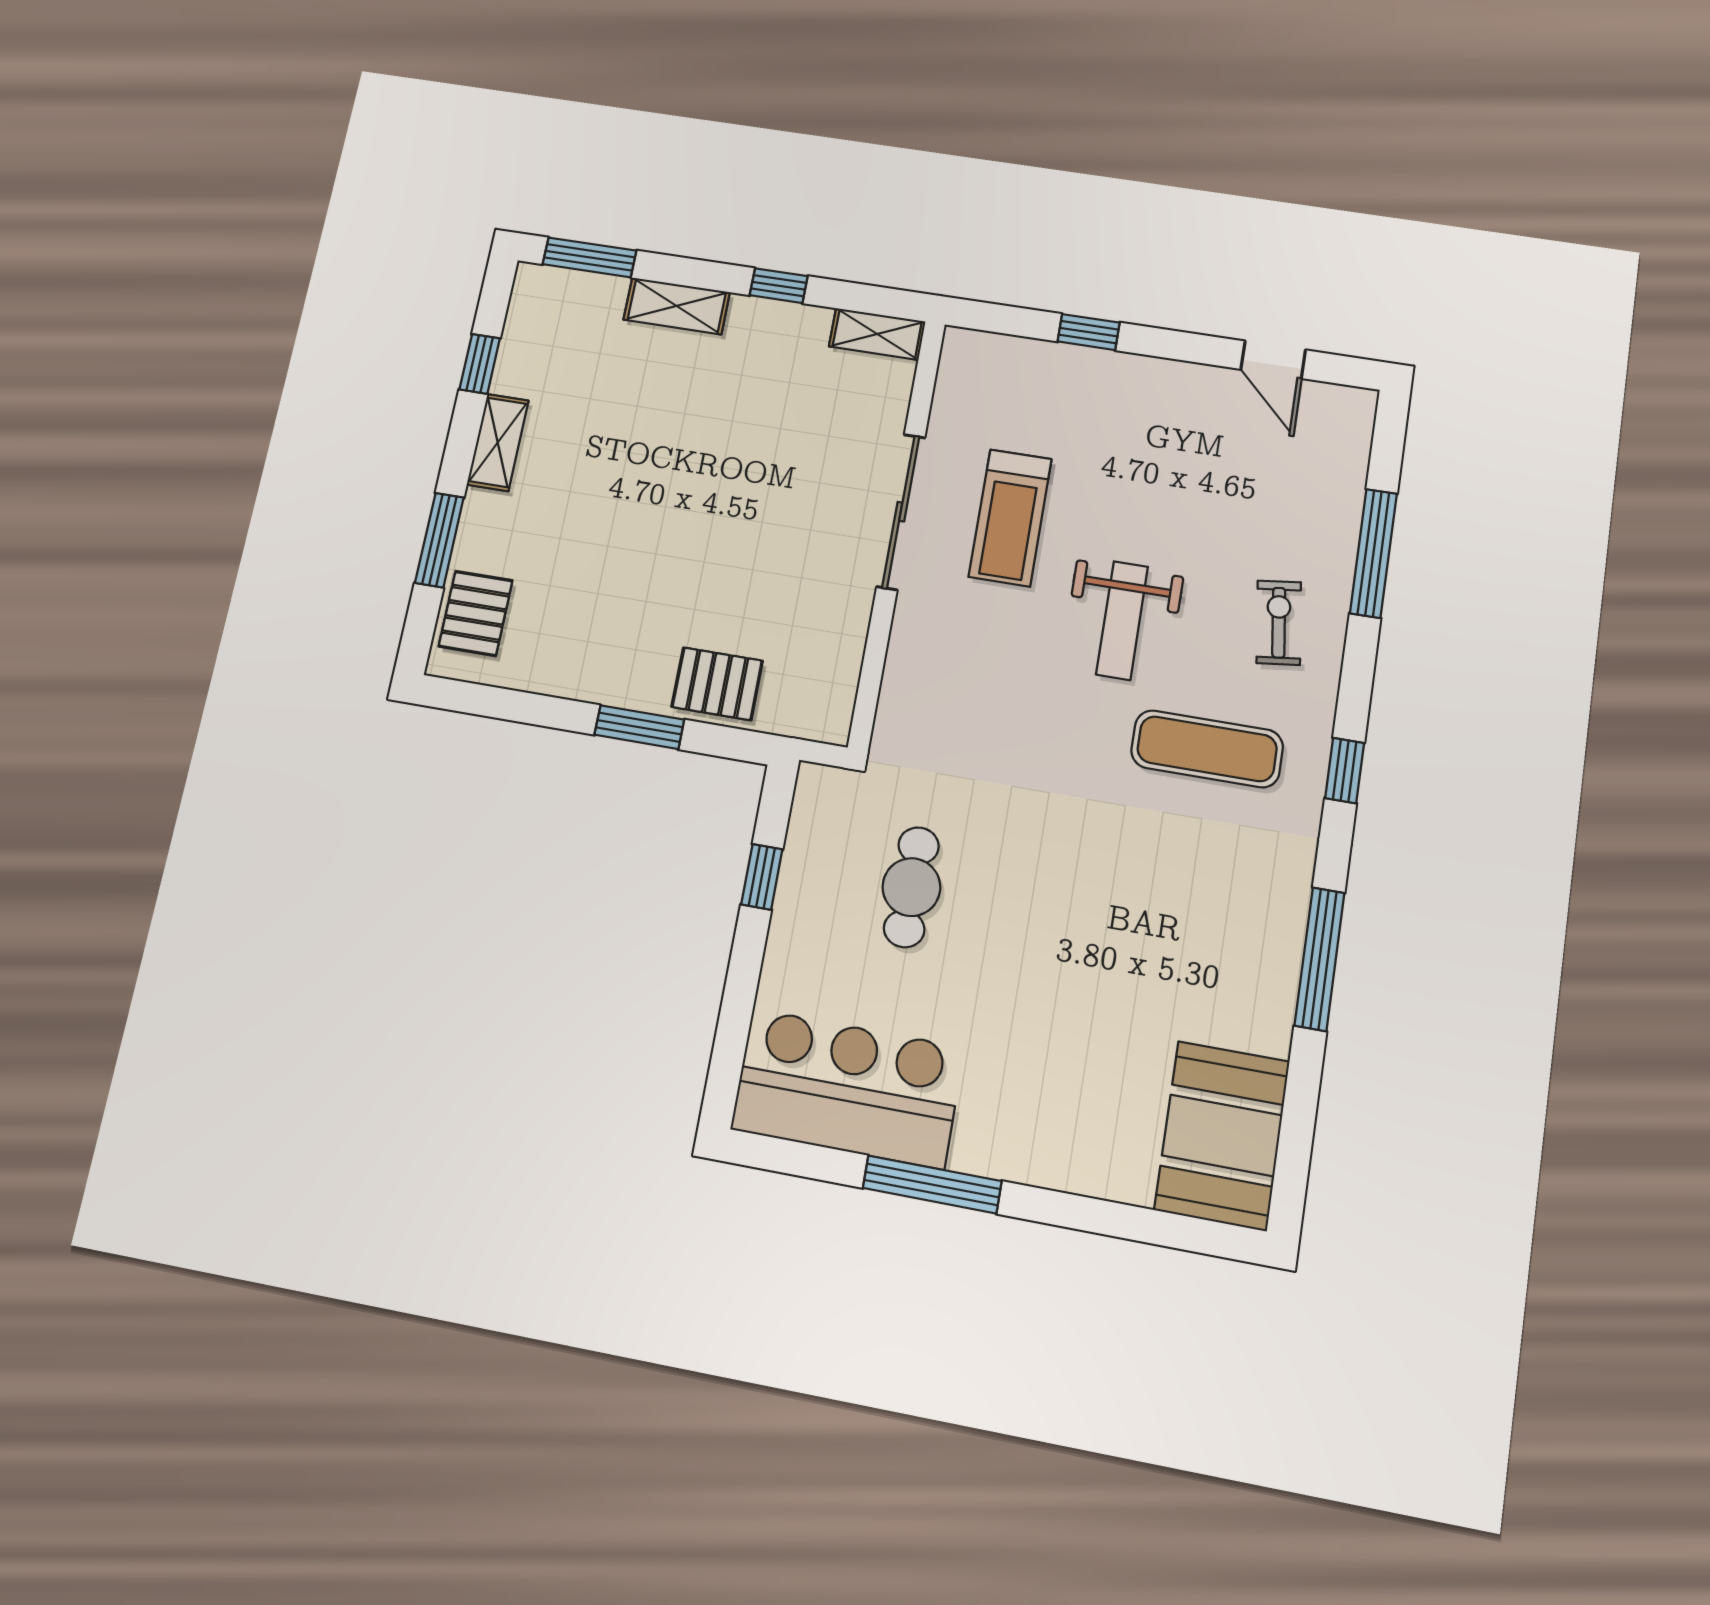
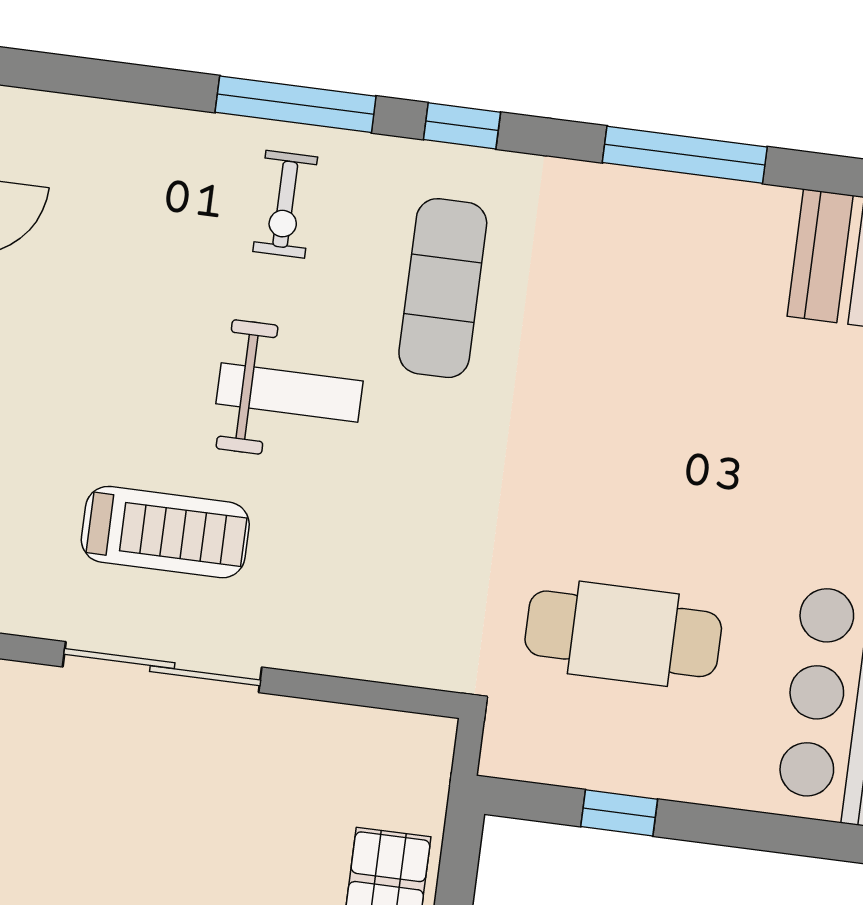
window: (1373, 553) -> (296, 104), moved
exercise bike: (1279, 623) -> (285, 204), turned -83
cafe table: (911, 887) -> (623, 634), width x1.37, depth x1.35

